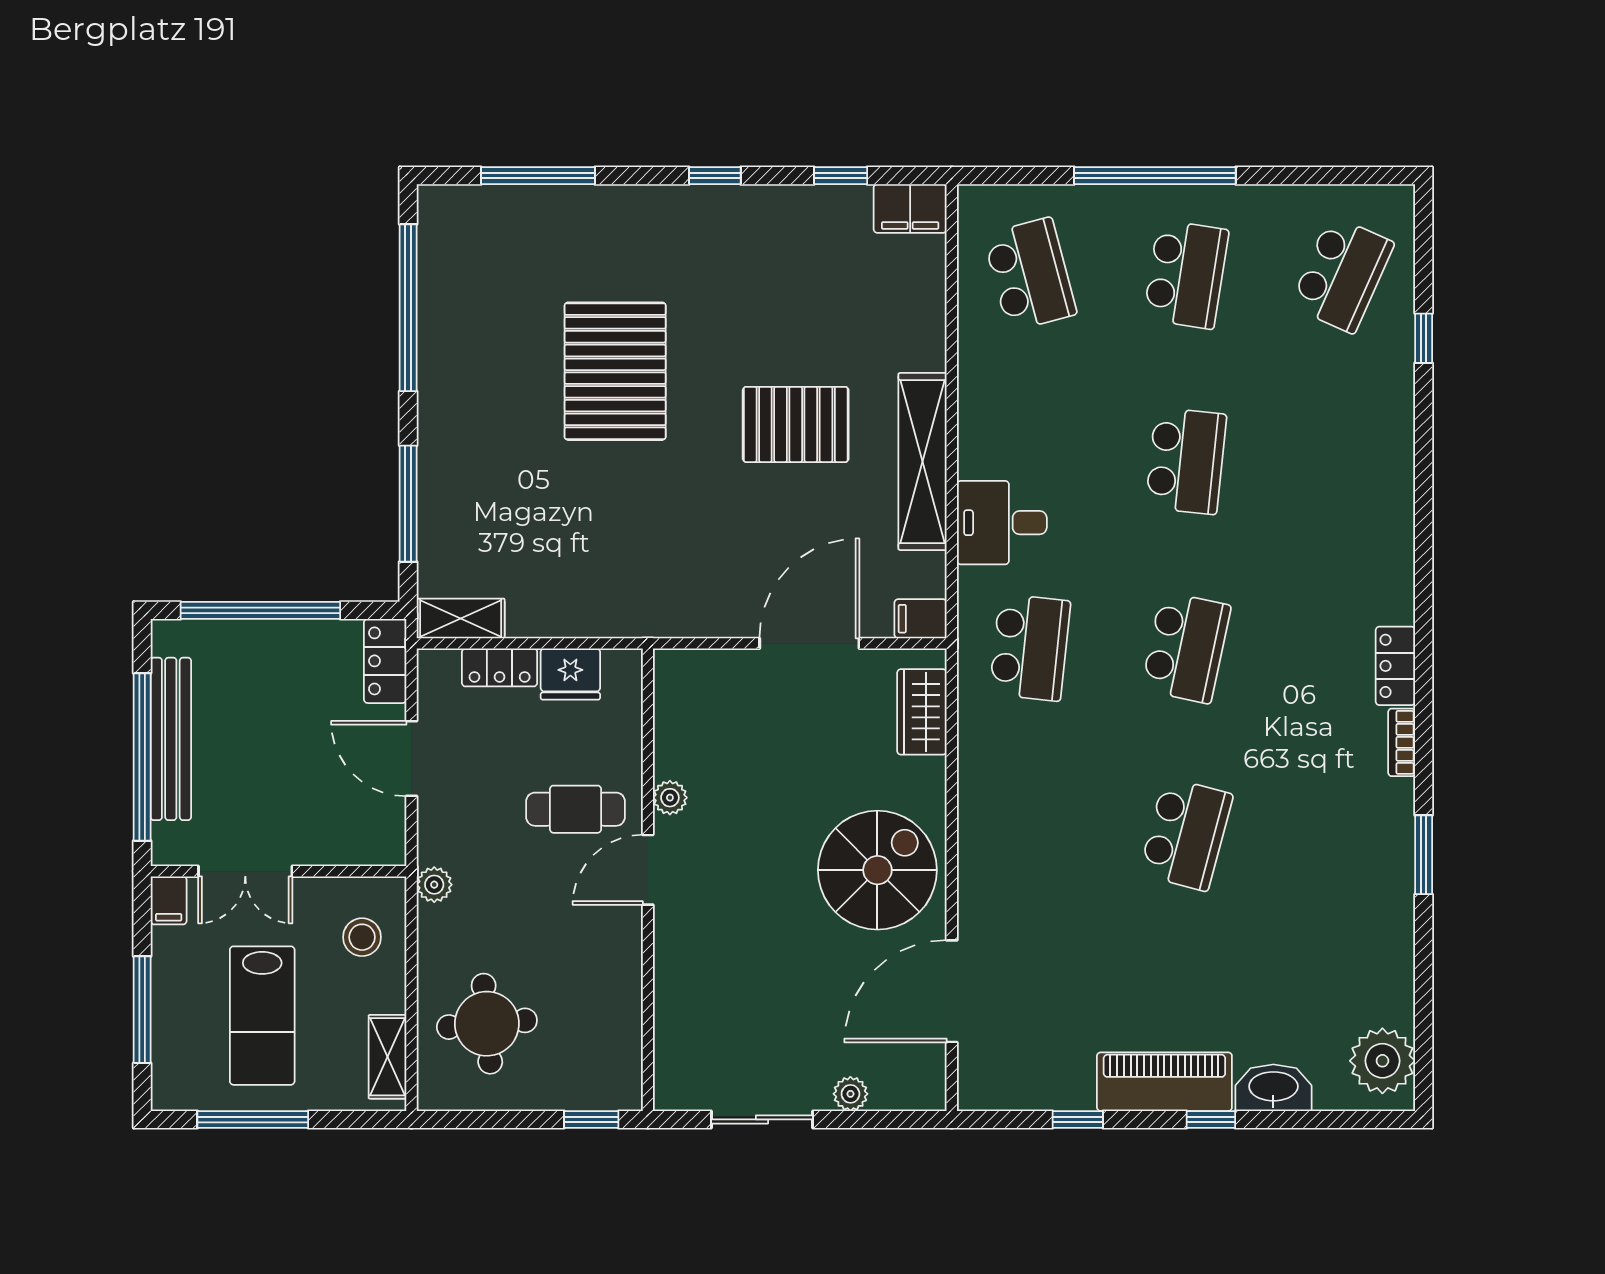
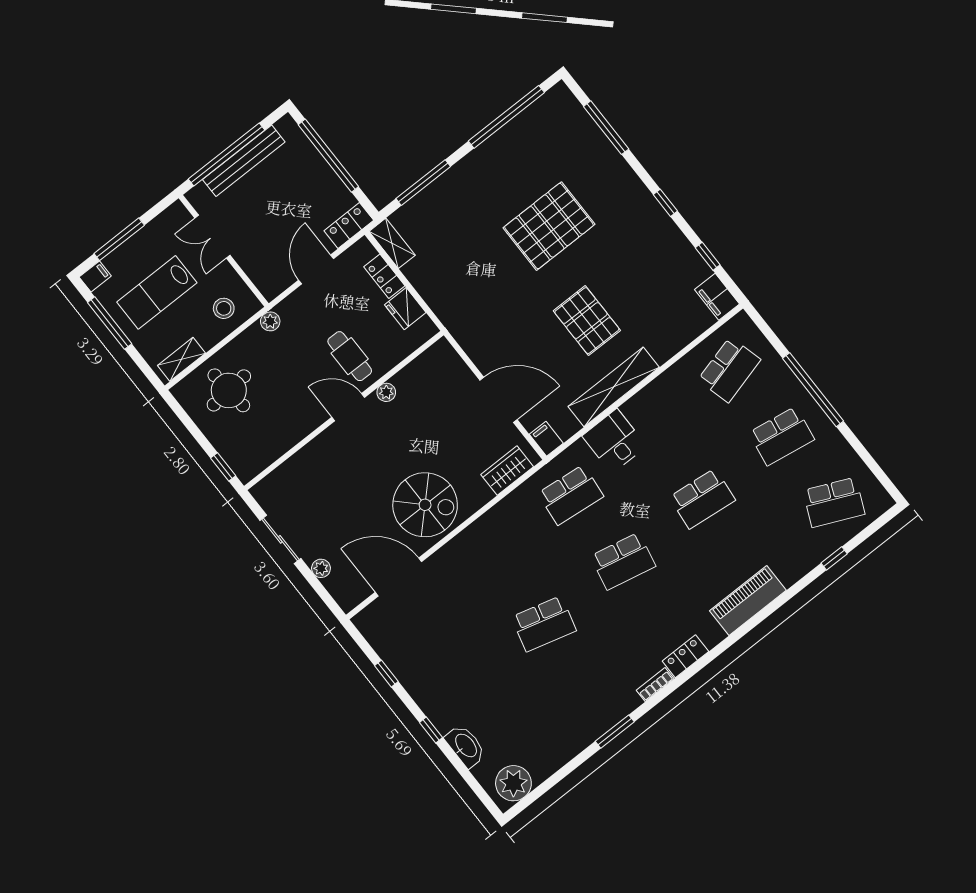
filing cabinet: (169, 900) -> (95, 276), moved, turned 180
piano: (1164, 1082) -> (748, 600), moved, turned -90

